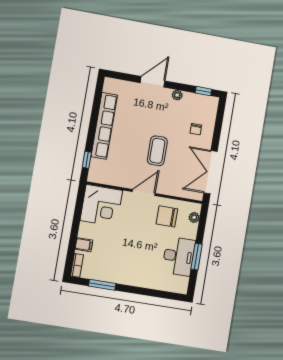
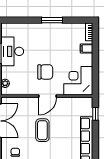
chair: (167, 216) -> (45, 72), moved
window: (102, 285) -> (52, 20), moved

